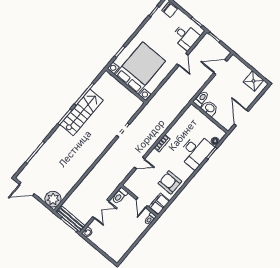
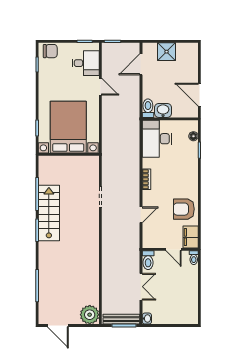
shower: (253, 81) -> (167, 52), moved
desk: (196, 151) -> (157, 139), moved, turned 180
door: (27, 189) -> (58, 325), hinge flipped

